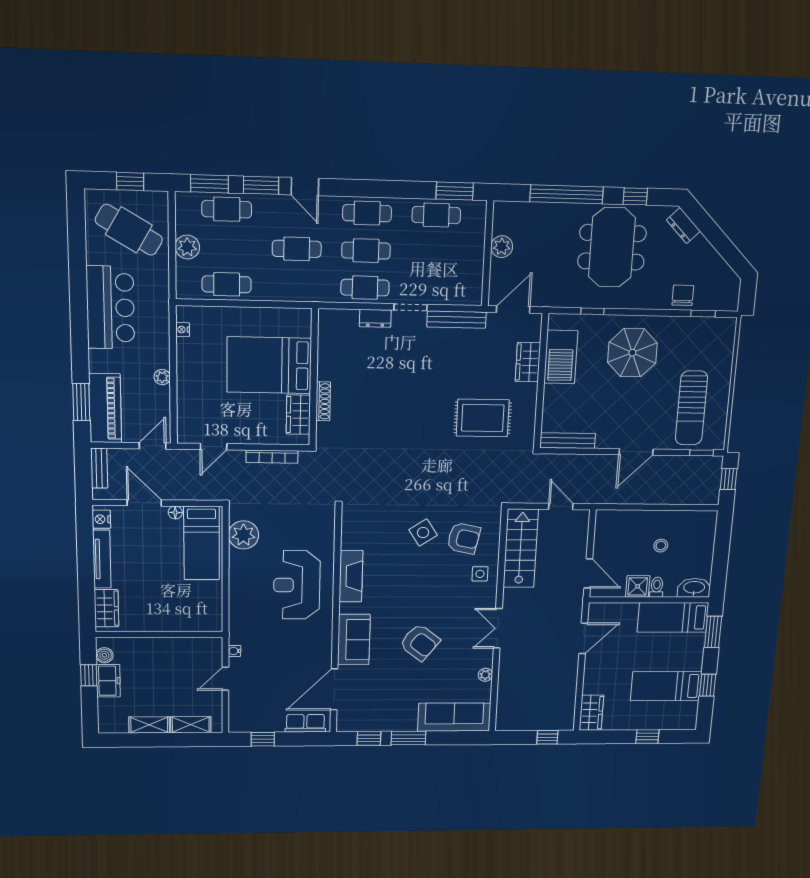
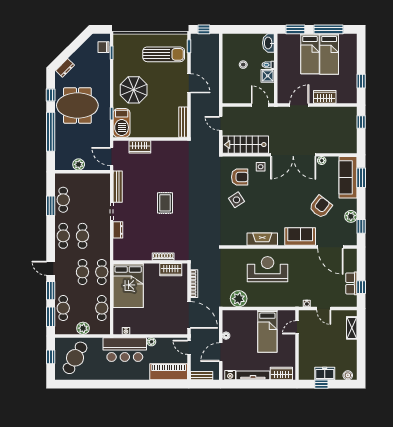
door: (305, 187) -> (51, 268), swing flipped
window: (455, 191) -> (51, 206), moved
cafe table: (365, 288) -> (102, 272), moved
chair: (683, 295) -> (104, 47), moved
bar counter: (110, 308) -> (125, 350), moved, turned 180
barbecue: (561, 357) -> (122, 123), moved, turned 90
bed: (269, 365) -> (128, 286), moved
window: (81, 402) -> (166, 384), removed
rug: (483, 418) -> (165, 203), moved, width x0.73, depth x0.70
door: (214, 447) -> (189, 315), width x1.88
door: (561, 506) -> (221, 123), hinge flipped
armchair: (464, 538) -> (240, 177), turned 78
bed: (202, 543) -> (267, 331), moved, turned 90
door: (588, 573) -> (260, 105), hinge flipped
reception desk: (297, 585) -> (268, 269), turned 180
bed: (673, 617) -> (310, 54), moved
double door: (498, 628) -> (293, 155), width x1.87
door: (191, 635) -> (297, 327), added
door: (583, 638) -> (299, 105), hinge flipped
armchair: (420, 642) -> (321, 207), moved
boiler: (104, 655) -> (348, 375), moved
window: (708, 685) -> (329, 29), width x2.17
wardrobe: (591, 713) -> (325, 97), moved
plant: (387, 722) -> (351, 216), added
row of seats: (305, 723) -> (351, 283), moved
shelving: (149, 725) -> (352, 351), removed
window: (647, 737) -> (361, 81), moved
window: (408, 738) -> (361, 178), moved

